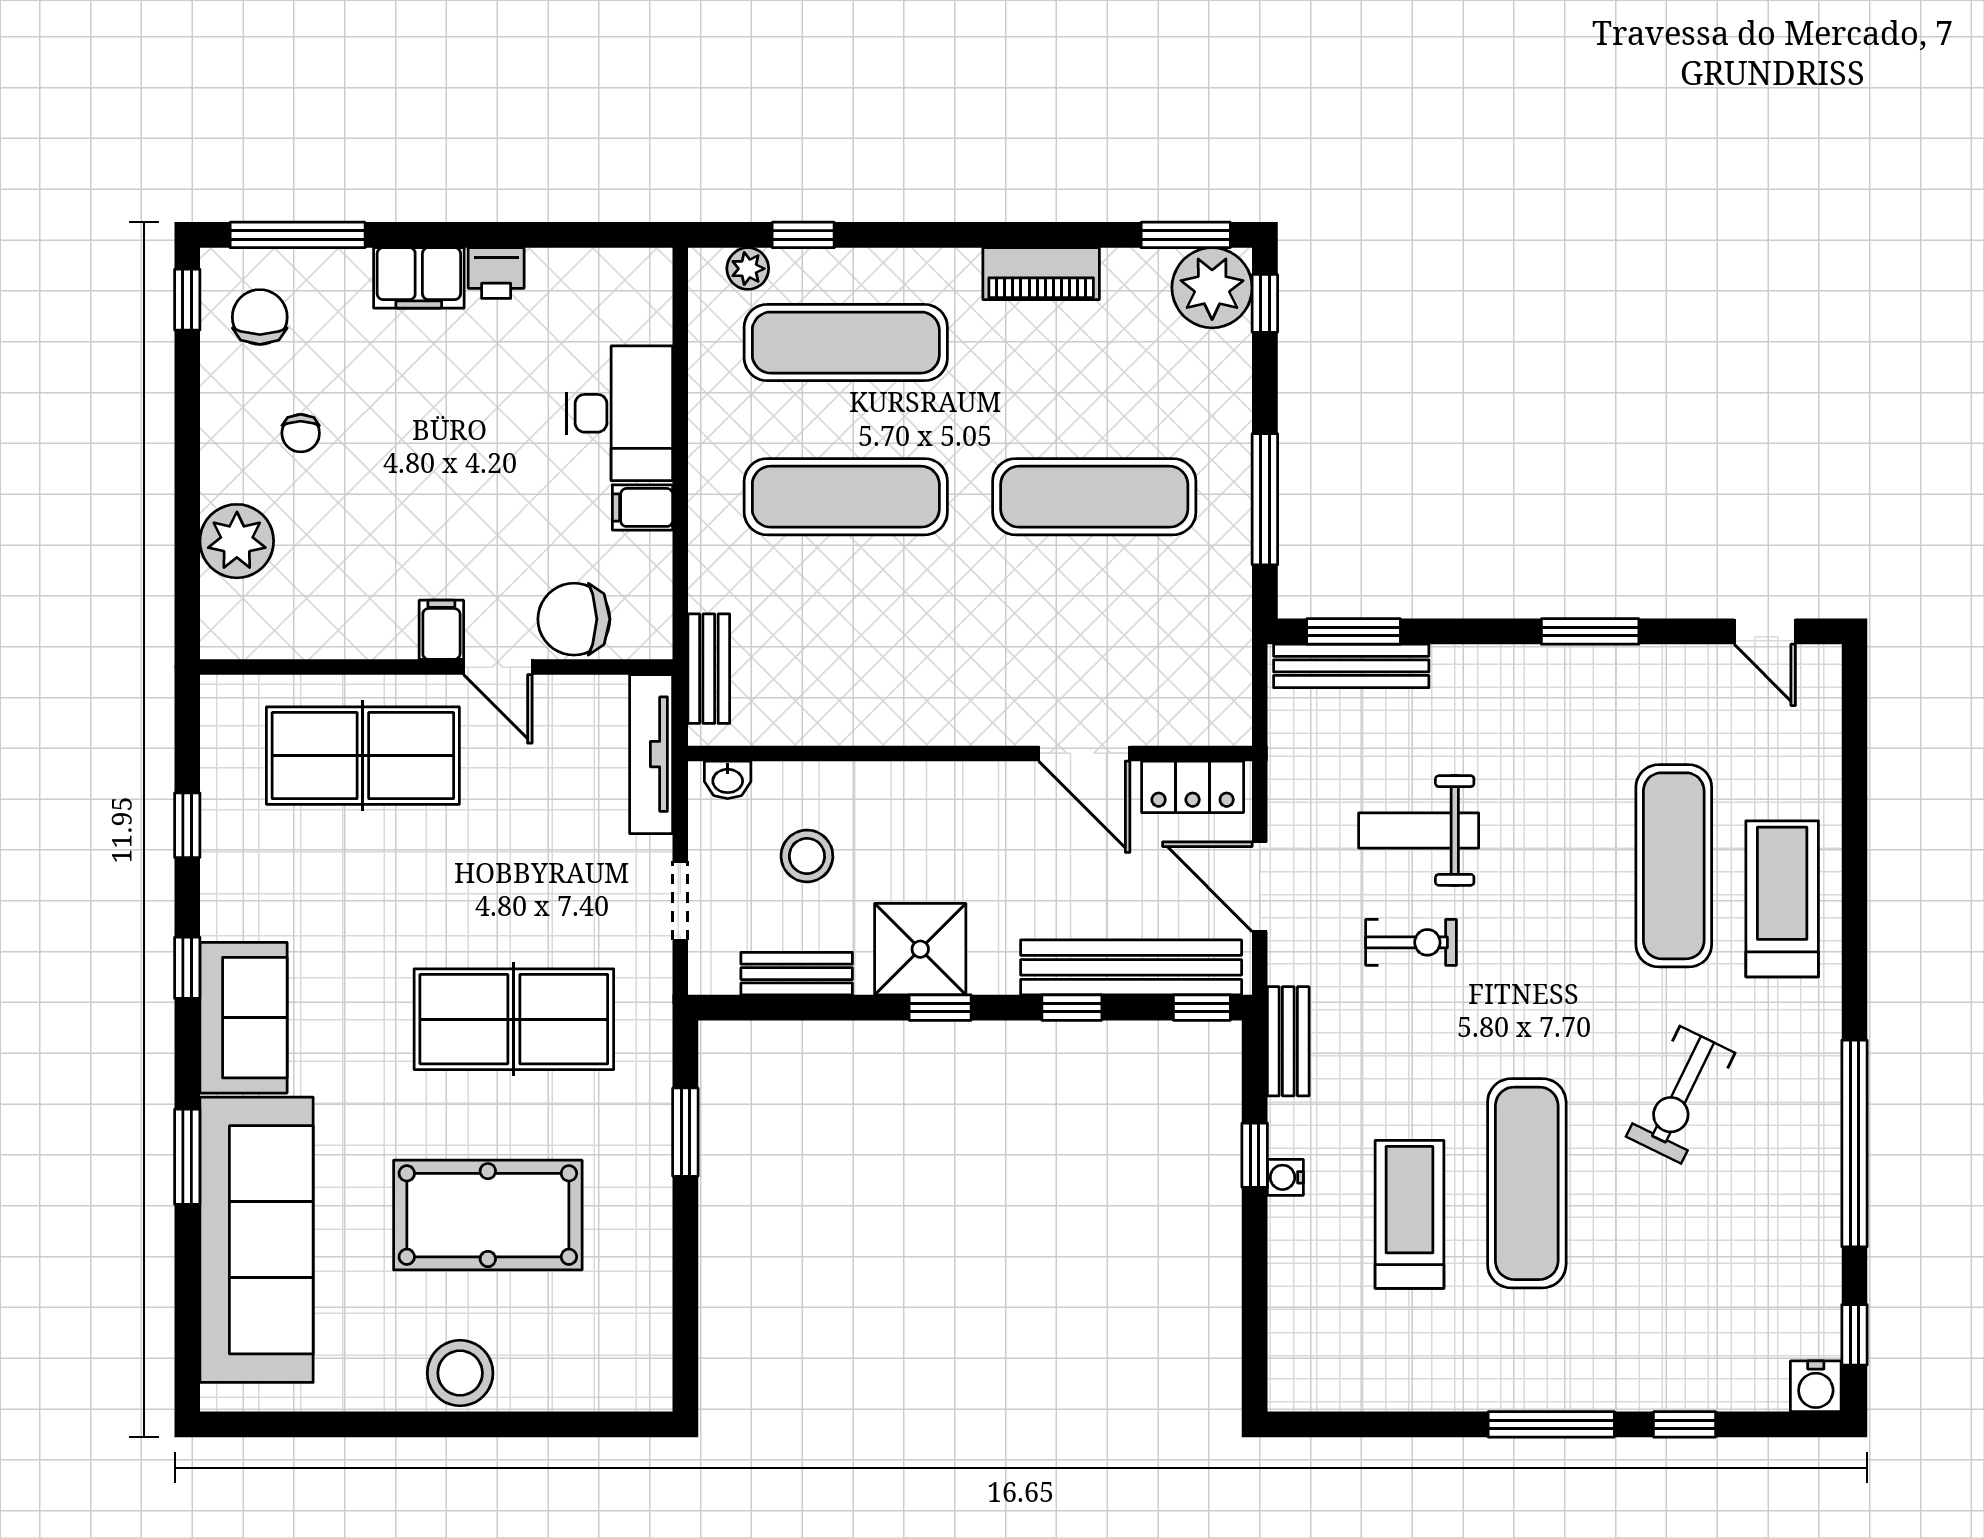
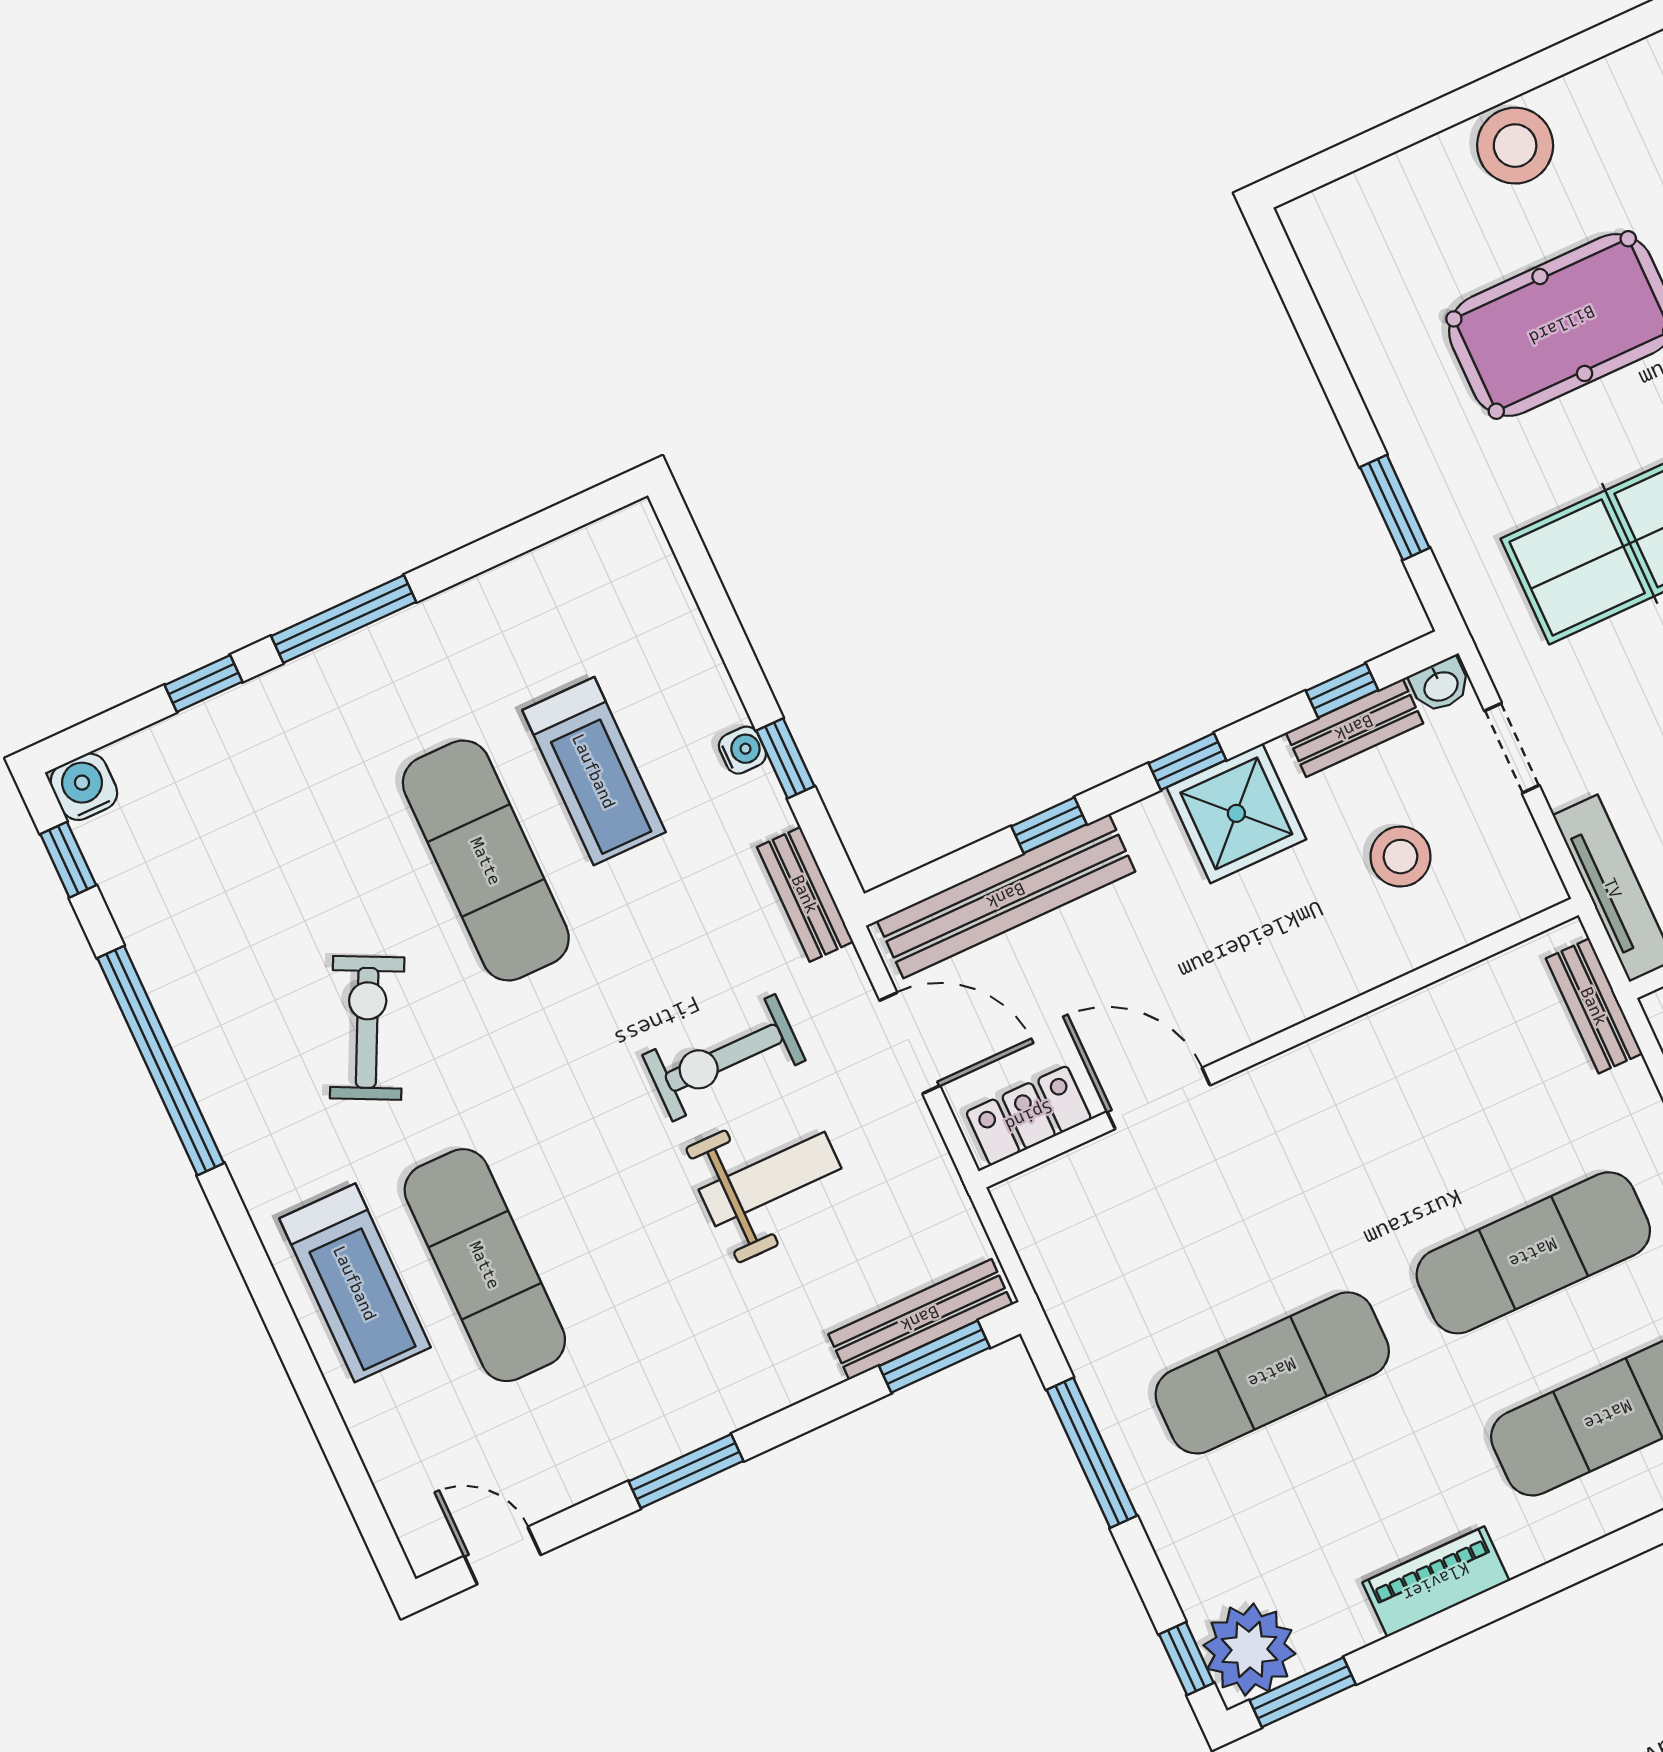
washbasin: (728, 780) -> (1440, 685), moved, turned 180
exercise bike: (1411, 942) -> (724, 1058), width x1.38, depth x1.39
window: (1202, 1008) -> (1342, 690), moved

